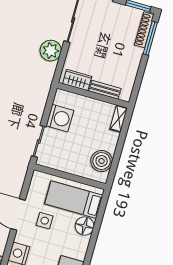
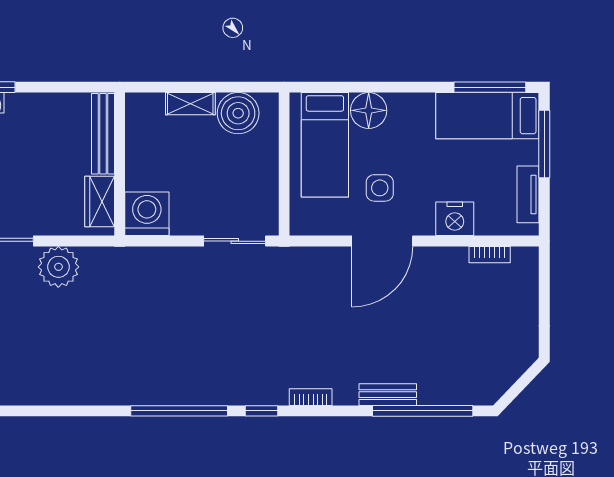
bench: (105, 90) -> (103, 134), width x1.36
washing machine: (60, 118) -> (147, 214), moved
shelving: (119, 119) -> (190, 104), moved

